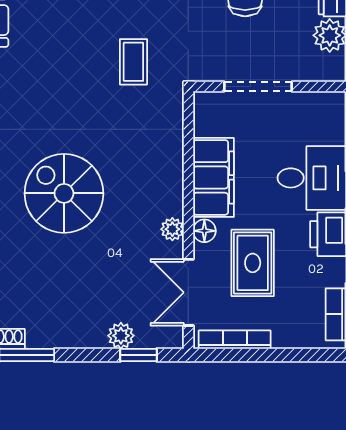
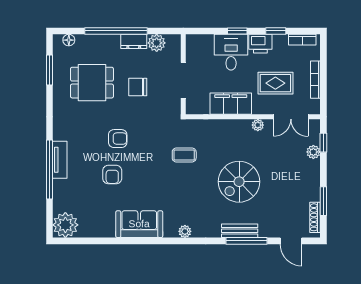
coffee table: (133, 62) -> (184, 155), moved
floor lamp: (204, 231) -> (259, 108), removed
bookcase: (235, 340) -> (315, 80), moved

